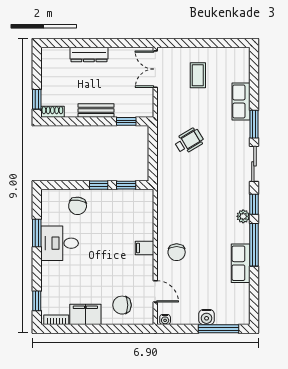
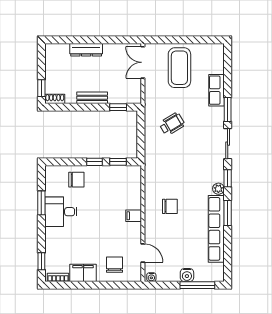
coffee table: (198, 75) -> (179, 68), width x1.86, depth x1.72
chair: (78, 206) -> (76, 180), turned -98
window: (254, 245) -> (228, 213), width x0.69
chair: (177, 252) -> (170, 206), moved, turned -90
row of seats: (241, 263) -> (216, 229), width x2.02
chair: (122, 305) -> (114, 265), turned 90

